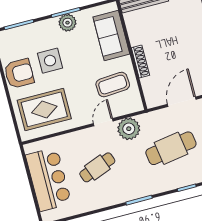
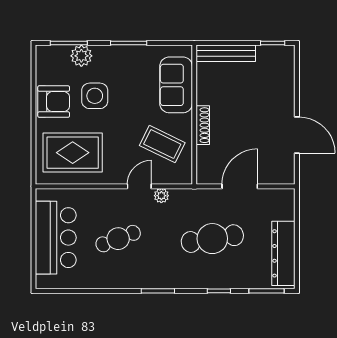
plant: (67, 23) -> (81, 56), moved
coffee table: (113, 85) -> (162, 144), turned 30
plant: (129, 129) -> (161, 196), width x0.53, depth x0.53

